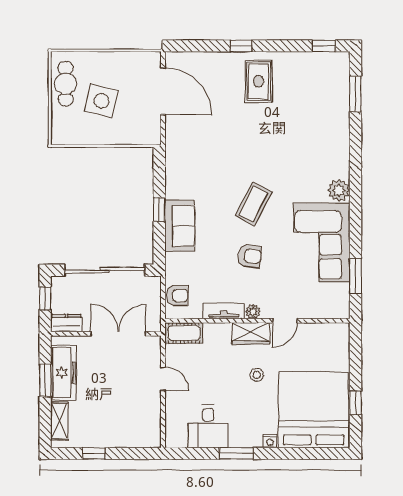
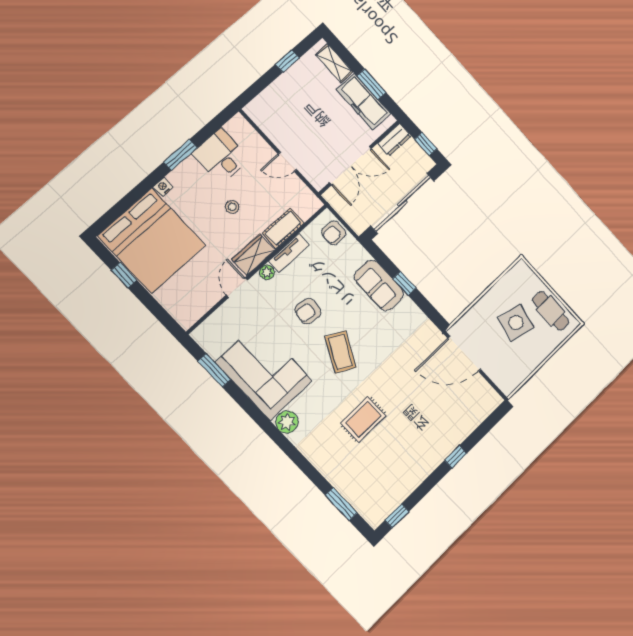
rug: (259, 81) -> (363, 419), moved, turned 90
door: (163, 91) -> (464, 354), moved
cot: (184, 333) -> (283, 228), moved
stool: (257, 375) -> (232, 207), moved

